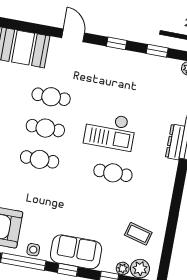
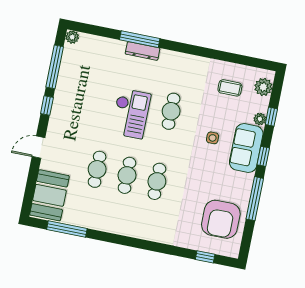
window: (157, 51) -> (55, 67), width x2.17
coffee table: (138, 234) -> (230, 88), turned 75
side table: (33, 250) -> (213, 138), moved
plant: (123, 268) -> (260, 119), moved

